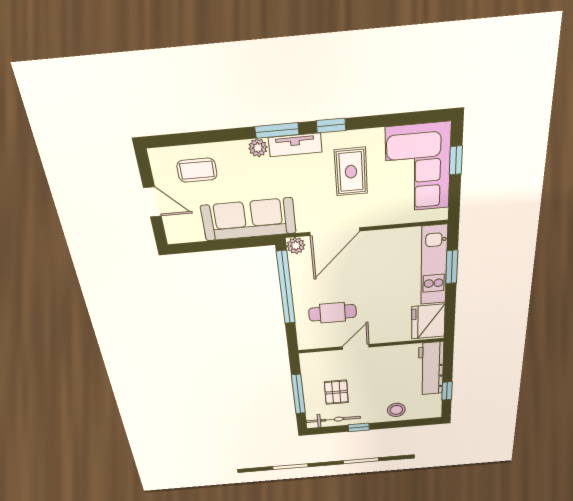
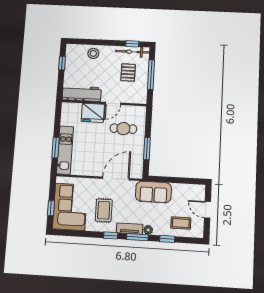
window: (217, 136) -> (167, 239), added
sofa: (249, 219) -> (153, 192), width x0.73
plant: (296, 246) -> (138, 173), removed
window: (286, 288) -> (147, 149), width x0.47
fridge: (428, 321) -> (93, 113), moved, turned 90
workbench: (431, 369) -> (82, 94), moved, turned -90
window: (359, 427) -> (132, 44), moved

